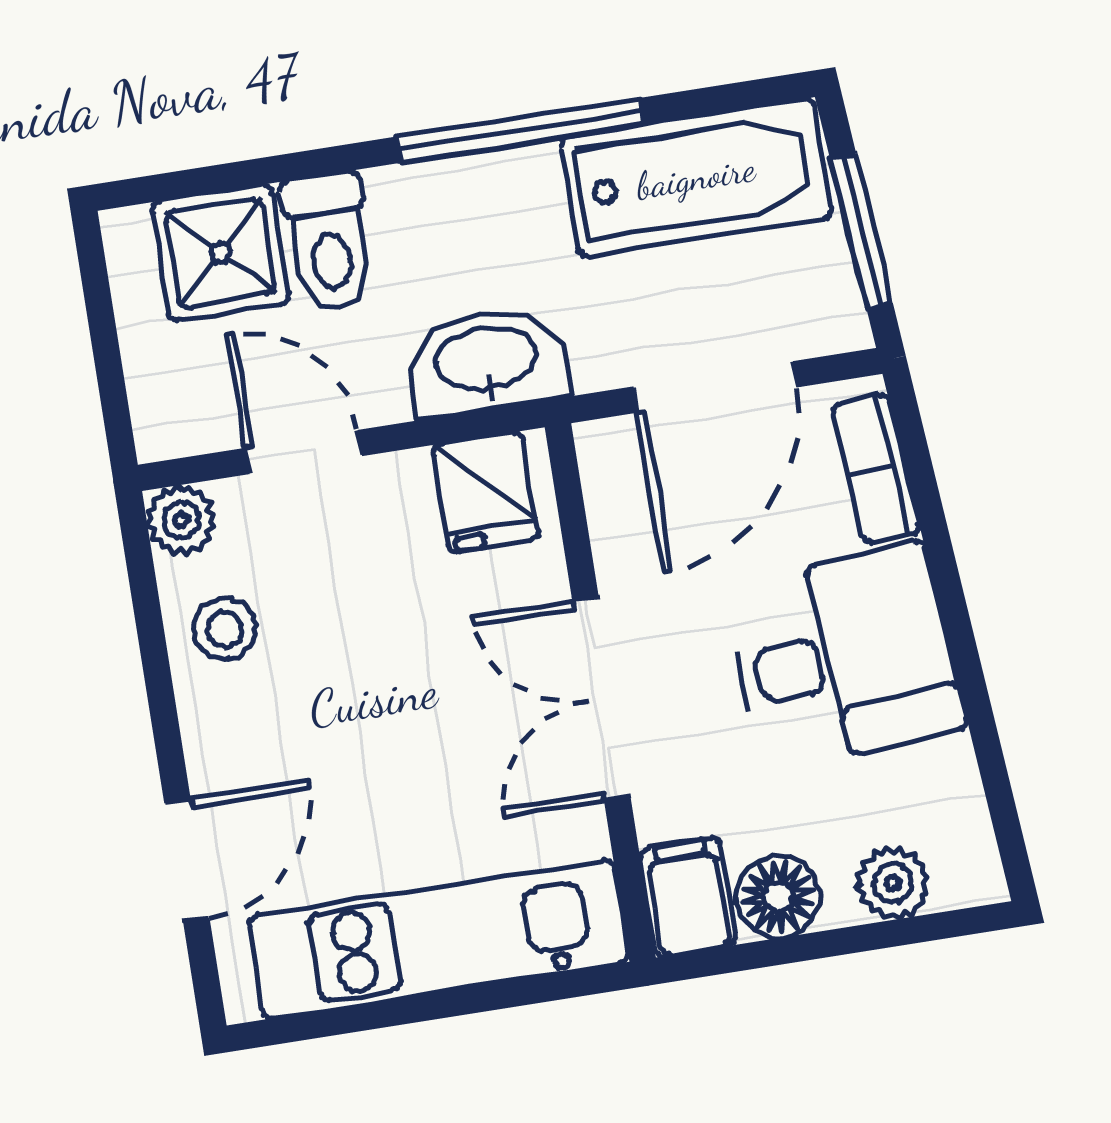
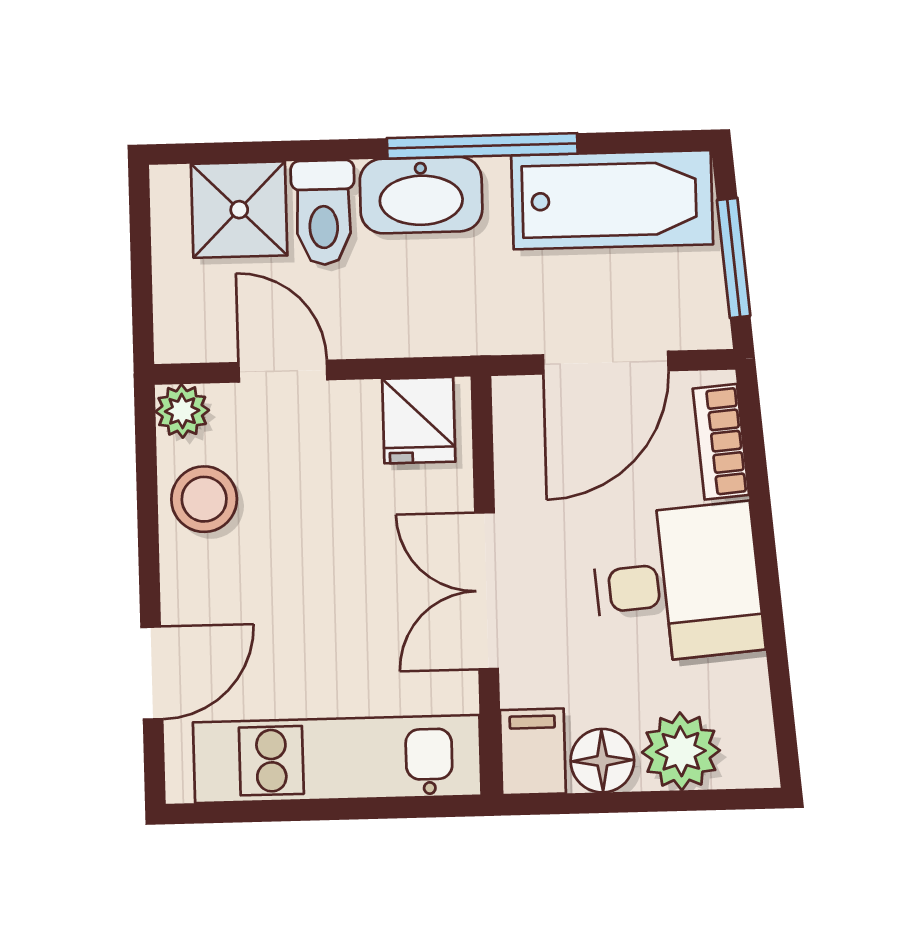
washbasin: (487, 361) -> (421, 195), moved, turned 180
stool: (225, 629) -> (204, 499), width x1.37, depth x1.37
plant: (893, 883) -> (681, 751), width x1.38, depth x1.38

